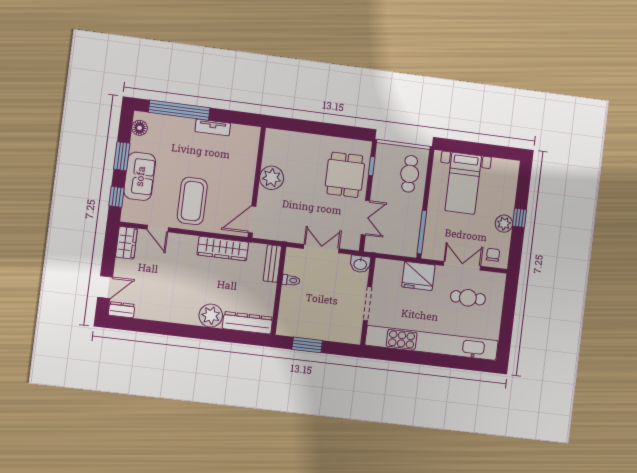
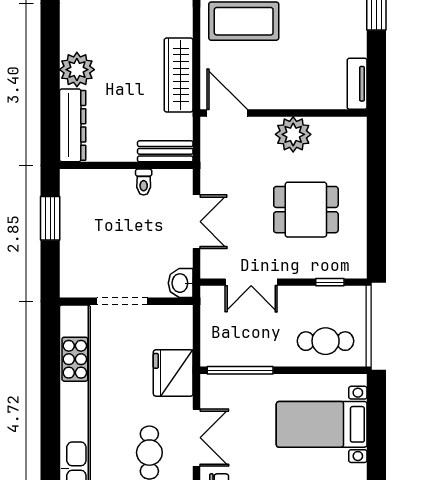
tv unit: (213, 127) -> (357, 84), moved
dining table: (345, 175) -> (306, 210), moved

